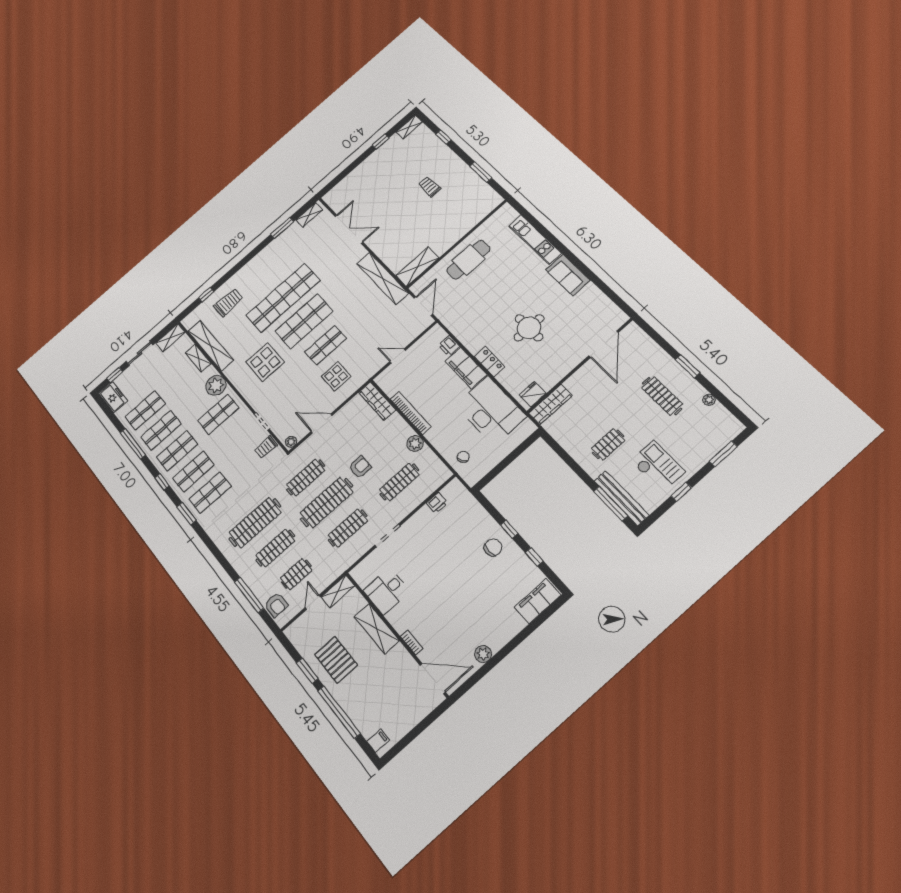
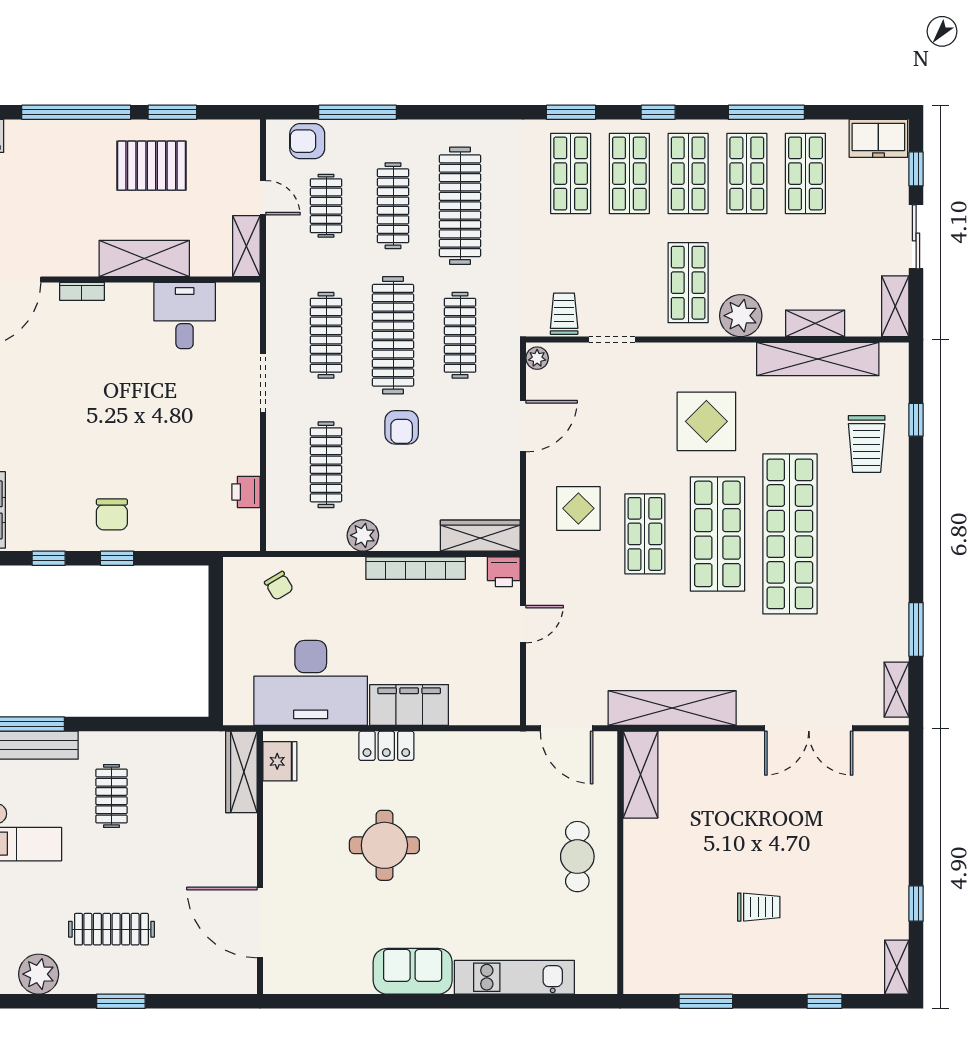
cafe table: (468, 260) -> (577, 857), width x0.73, depth x0.74
printer: (449, 346) -> (504, 572), moved, turned 180
plant: (709, 400) -> (39, 974), width x1.88, depth x1.88

